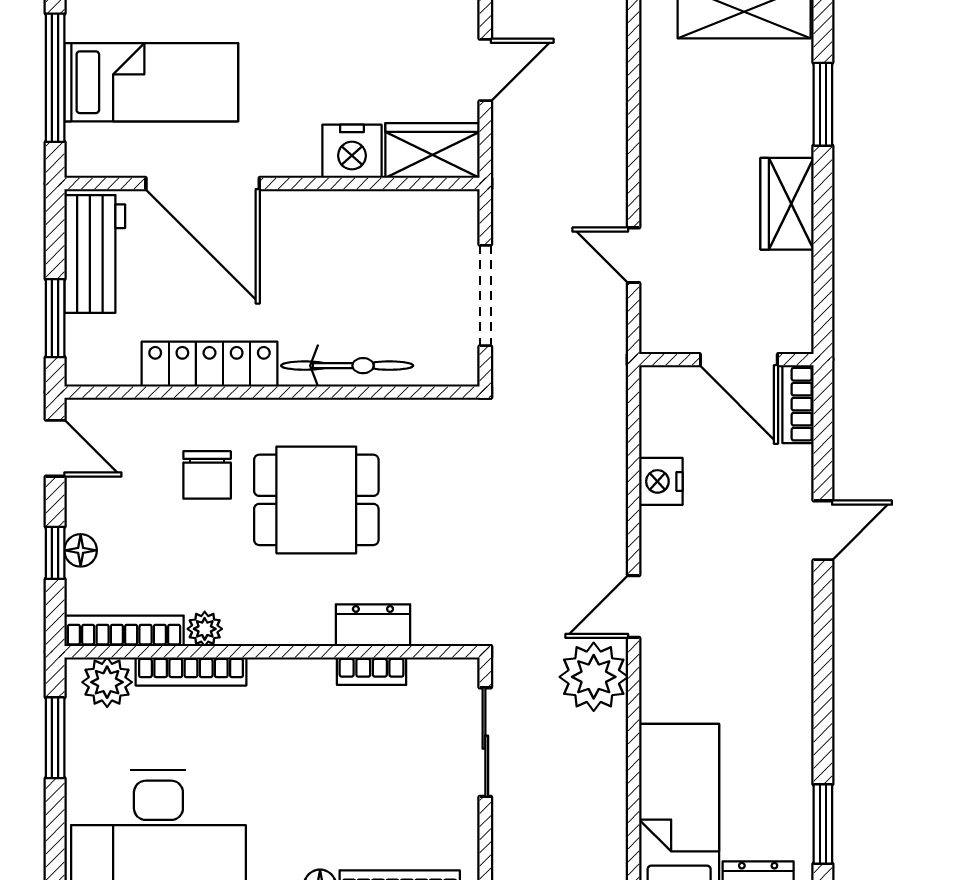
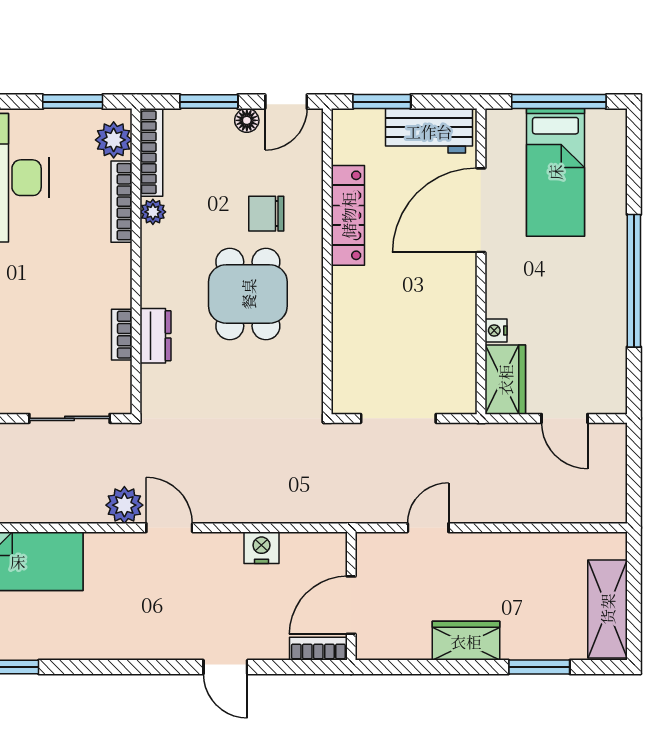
nightstand: (352, 151) -> (496, 330), width x0.53, depth x0.56
bicycle: (347, 366) -> (347, 317), removed
floor lamp: (81, 550) -> (247, 120), moved
window: (55, 553) -> (209, 102), width x1.50
plant: (594, 677) -> (124, 505), width x0.73, depth x0.73

